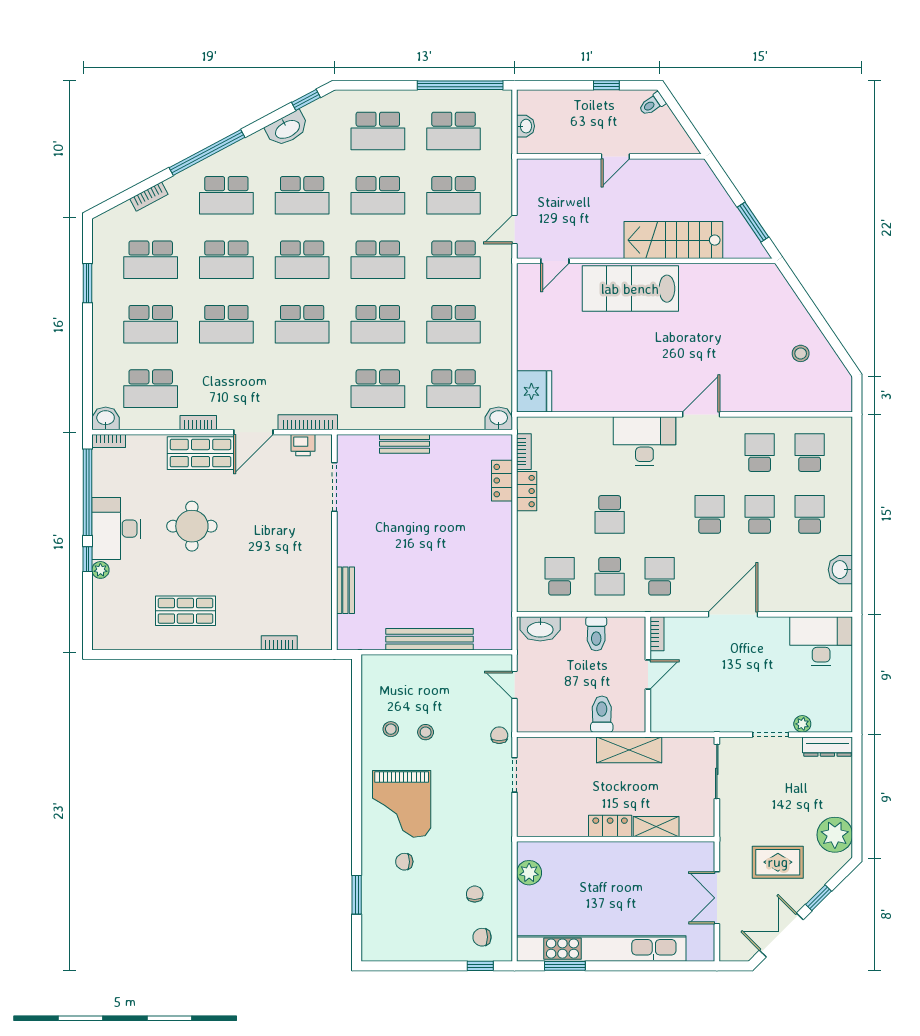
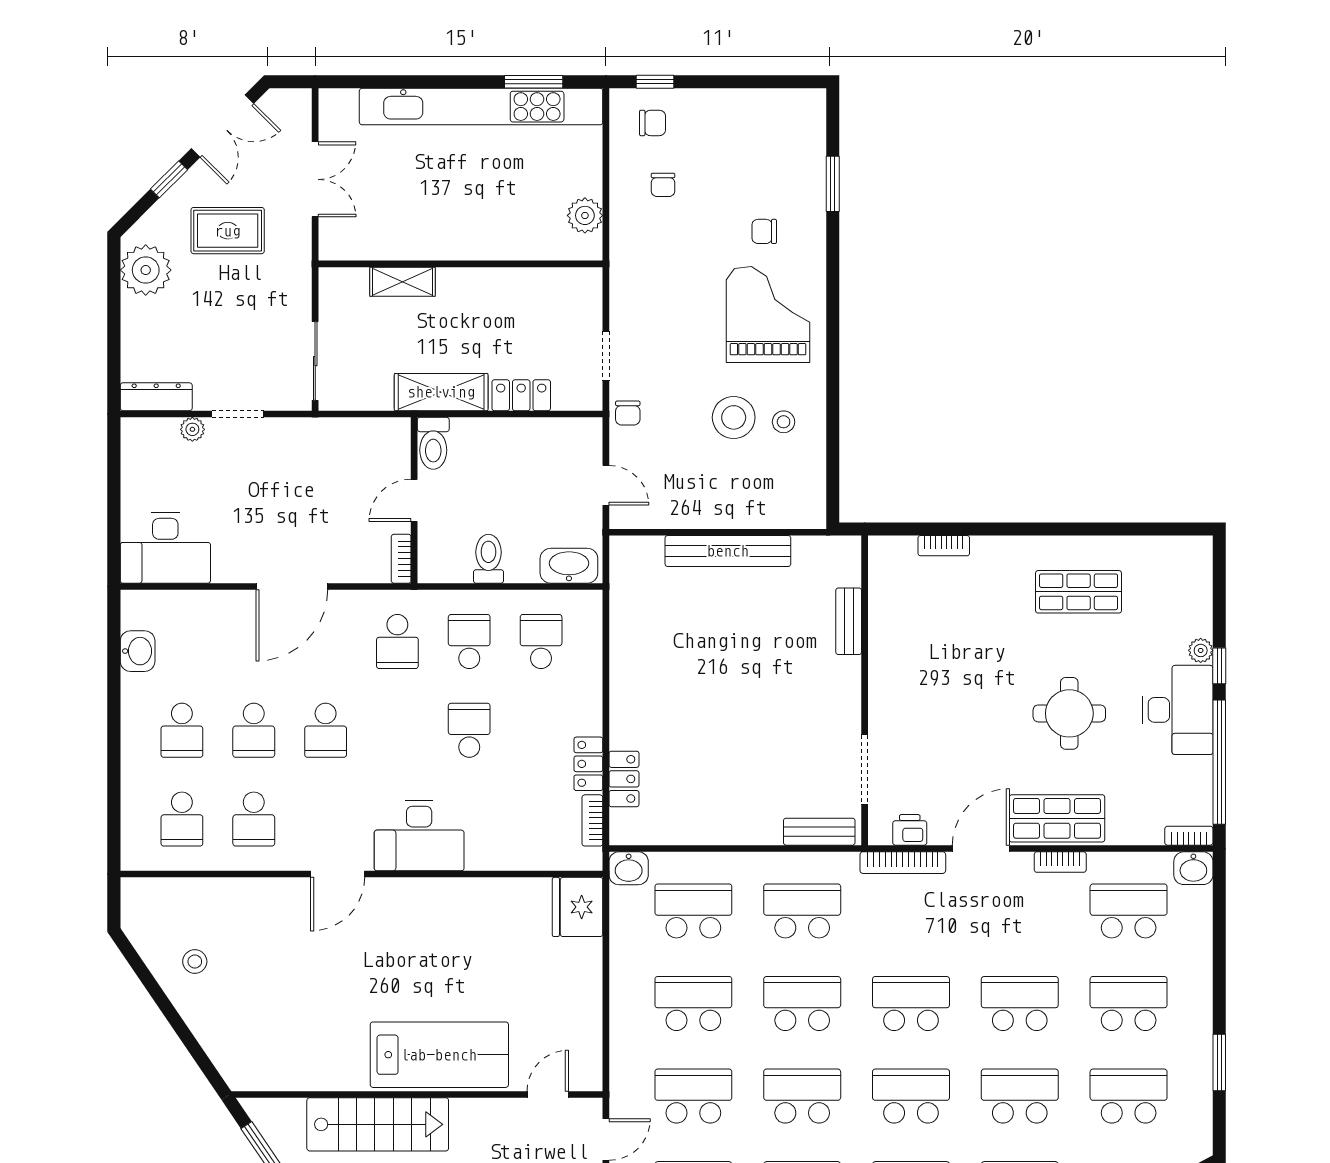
bench: (405, 444) -> (819, 832), moved
school desk: (560, 576) -> (541, 642), turned 180
toilet: (602, 714) -> (433, 443), moved
stool: (426, 732) -> (734, 417), width x1.89, depth x1.89
locker: (610, 826) -> (521, 395), moved, turned 180
chair: (404, 862) -> (764, 231), turned 180

